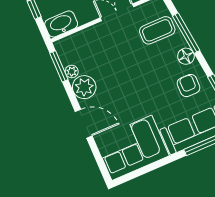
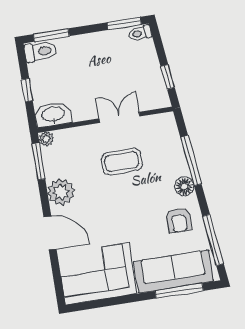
coffee table: (157, 30) -> (122, 162), moved
plant: (72, 71) -> (46, 139), moved
armchair: (189, 86) -> (179, 220), turned 180

